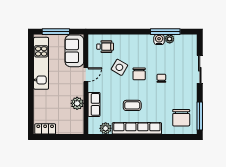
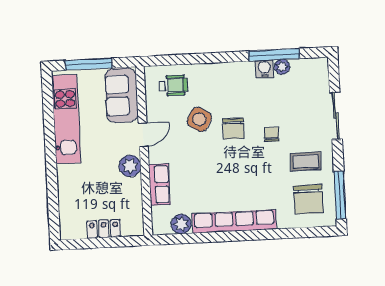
plant: (77, 103) -> (130, 166), moved
coffee table: (132, 105) -> (306, 161), moved
locker: (45, 129) -> (104, 229), moved

